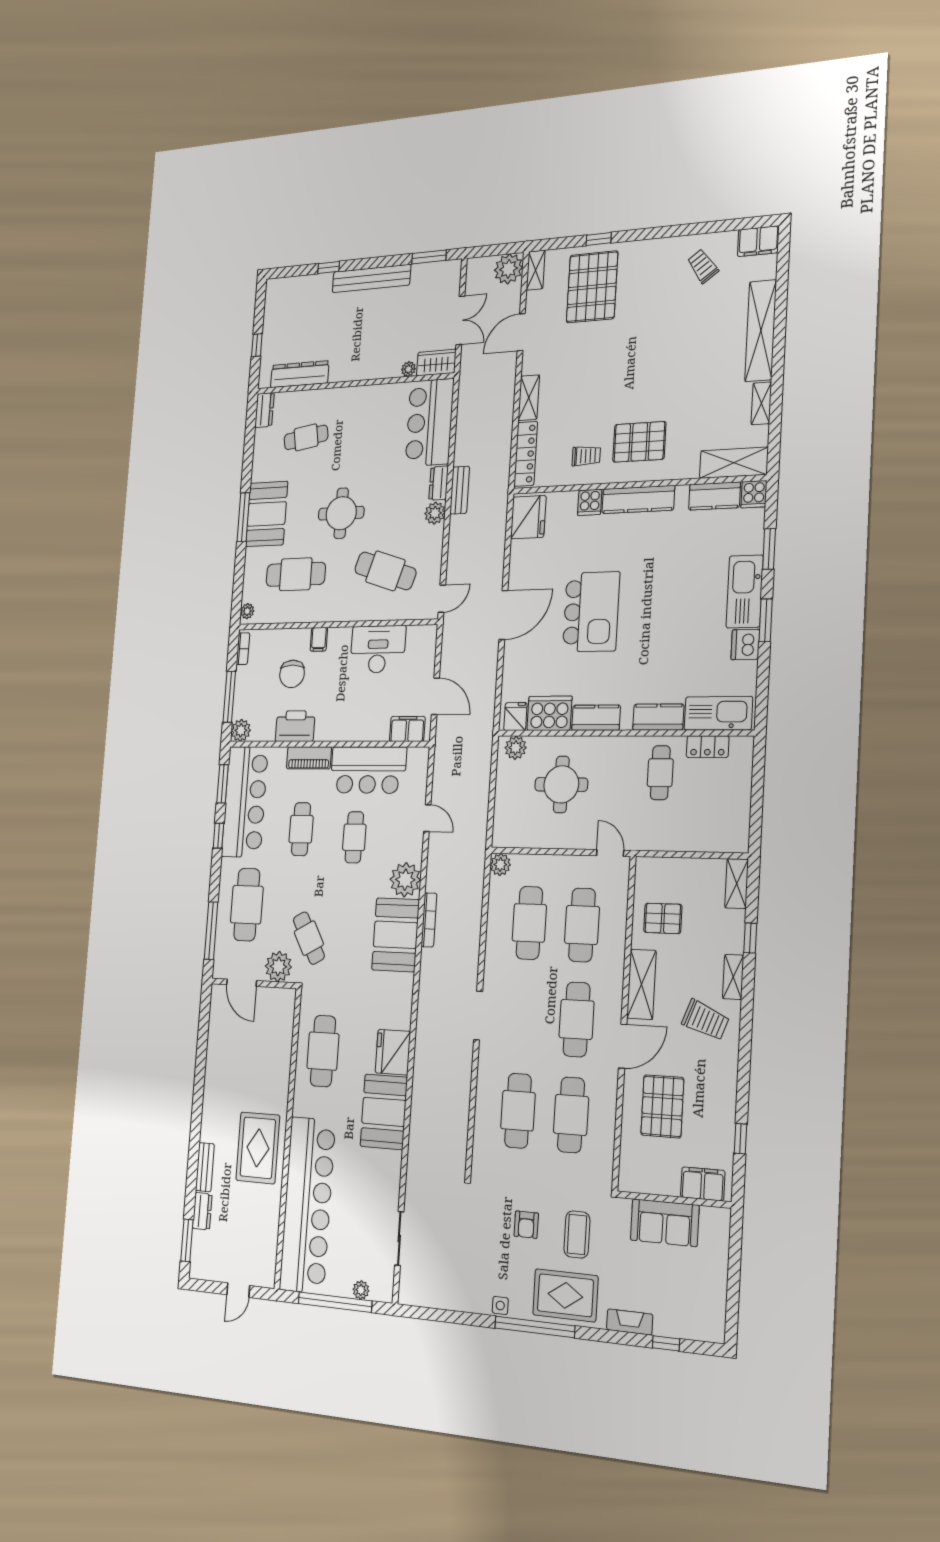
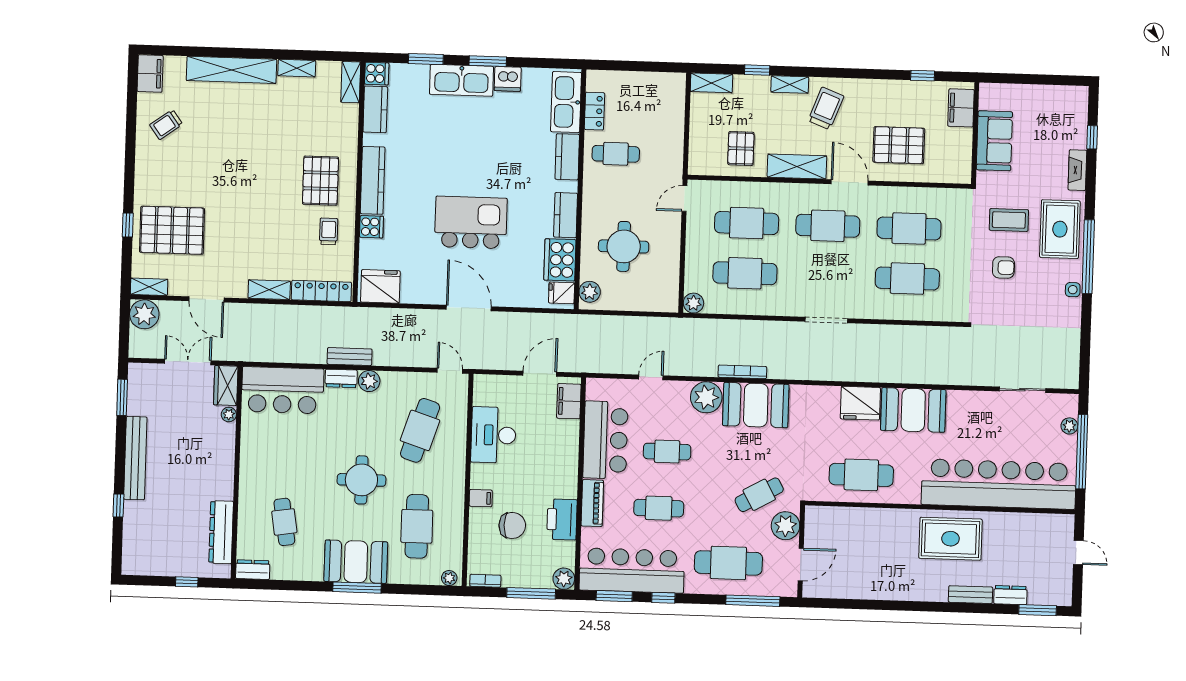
shelving: (734, 463) -> (351, 82), width x0.67, depth x0.75

